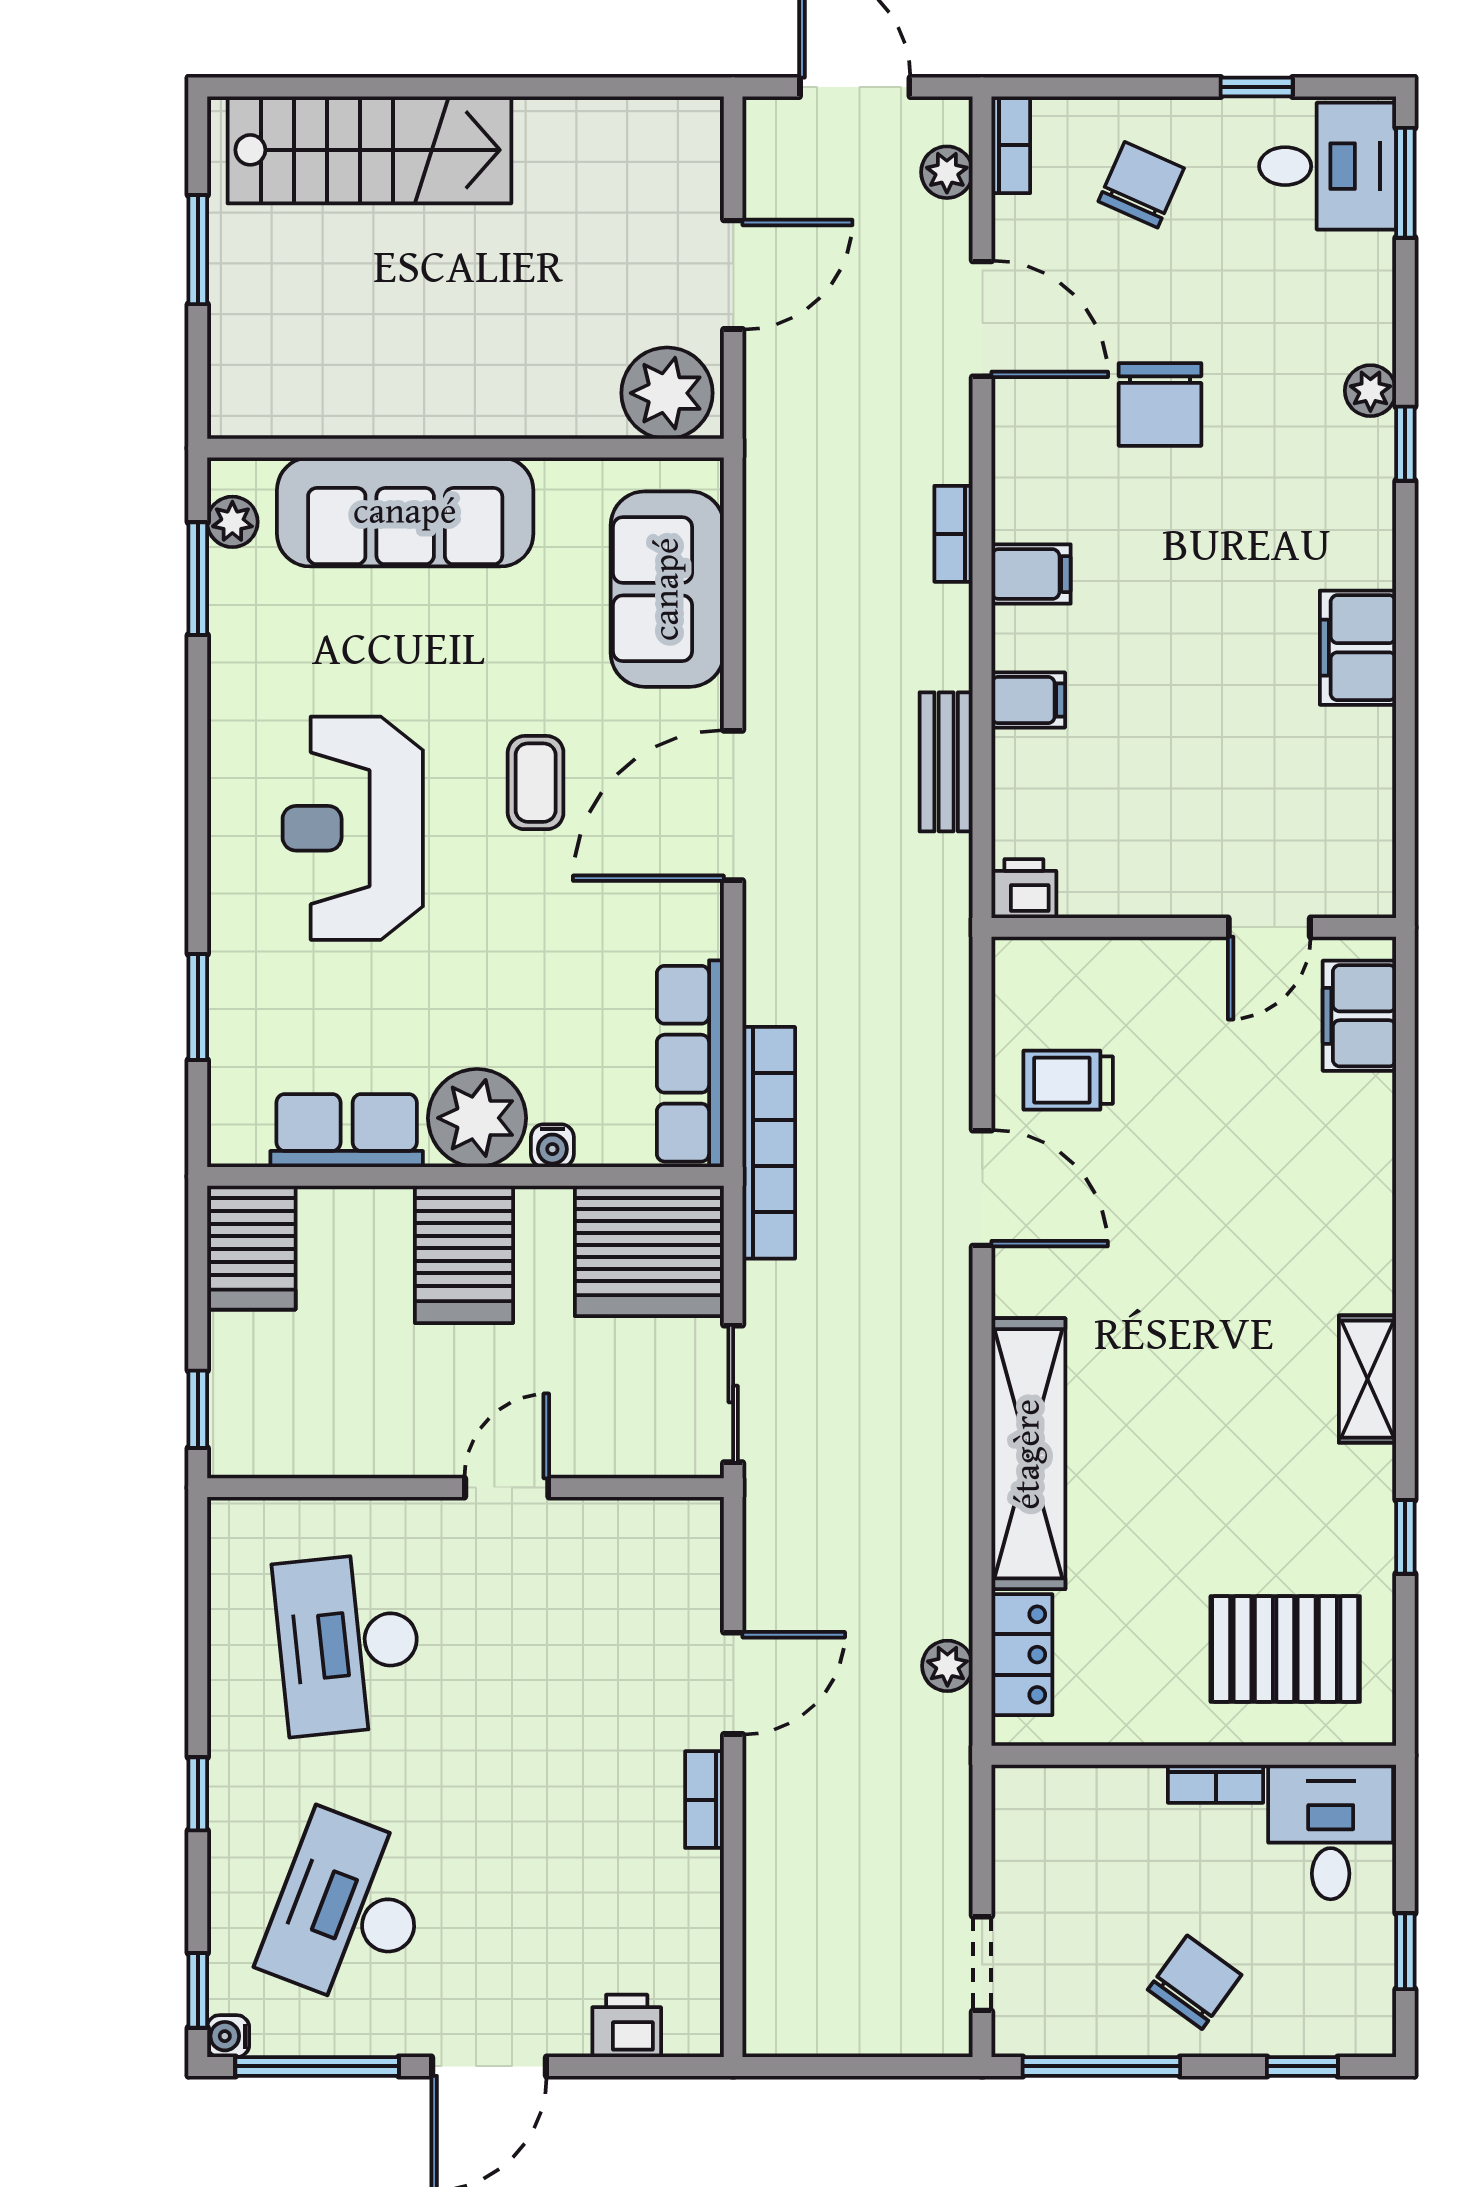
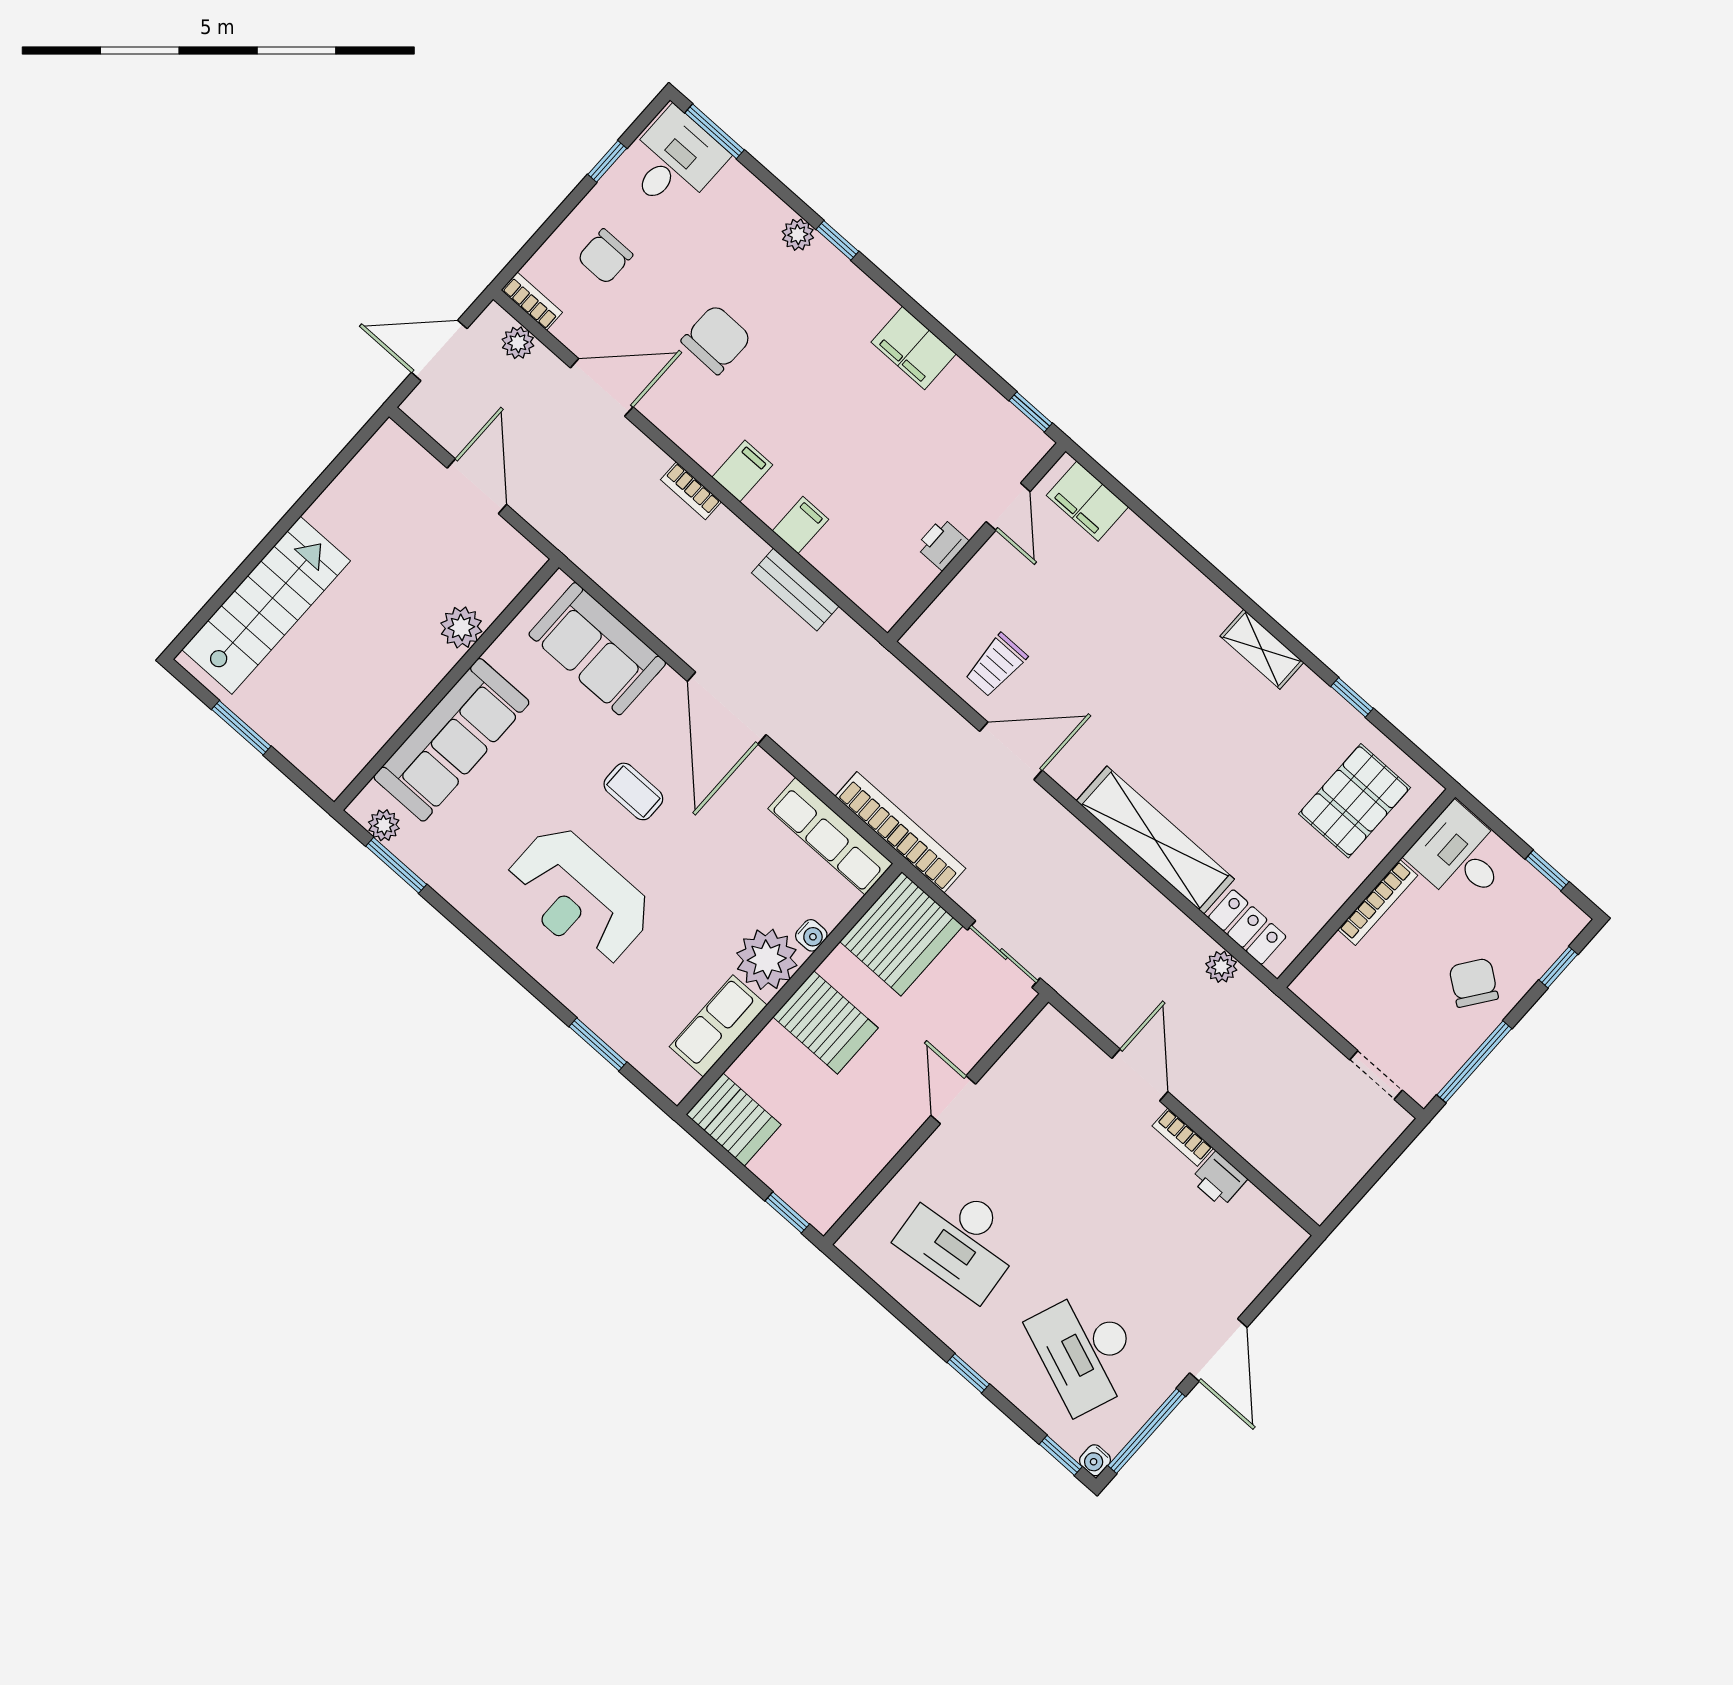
chair: (1141, 185) -> (605, 257), turned -114
plant: (667, 393) -> (461, 627), moved, width x0.73, depth x0.73
chair: (1160, 404) -> (716, 339), turned -89
window: (1405, 854) -> (1031, 412), added
printer: (1024, 889) -> (942, 544), moved
bookcase: (1216, 1784) -> (1378, 902), width x1.56
printer: (627, 2026) -> (1219, 1179), moved, turned -90

